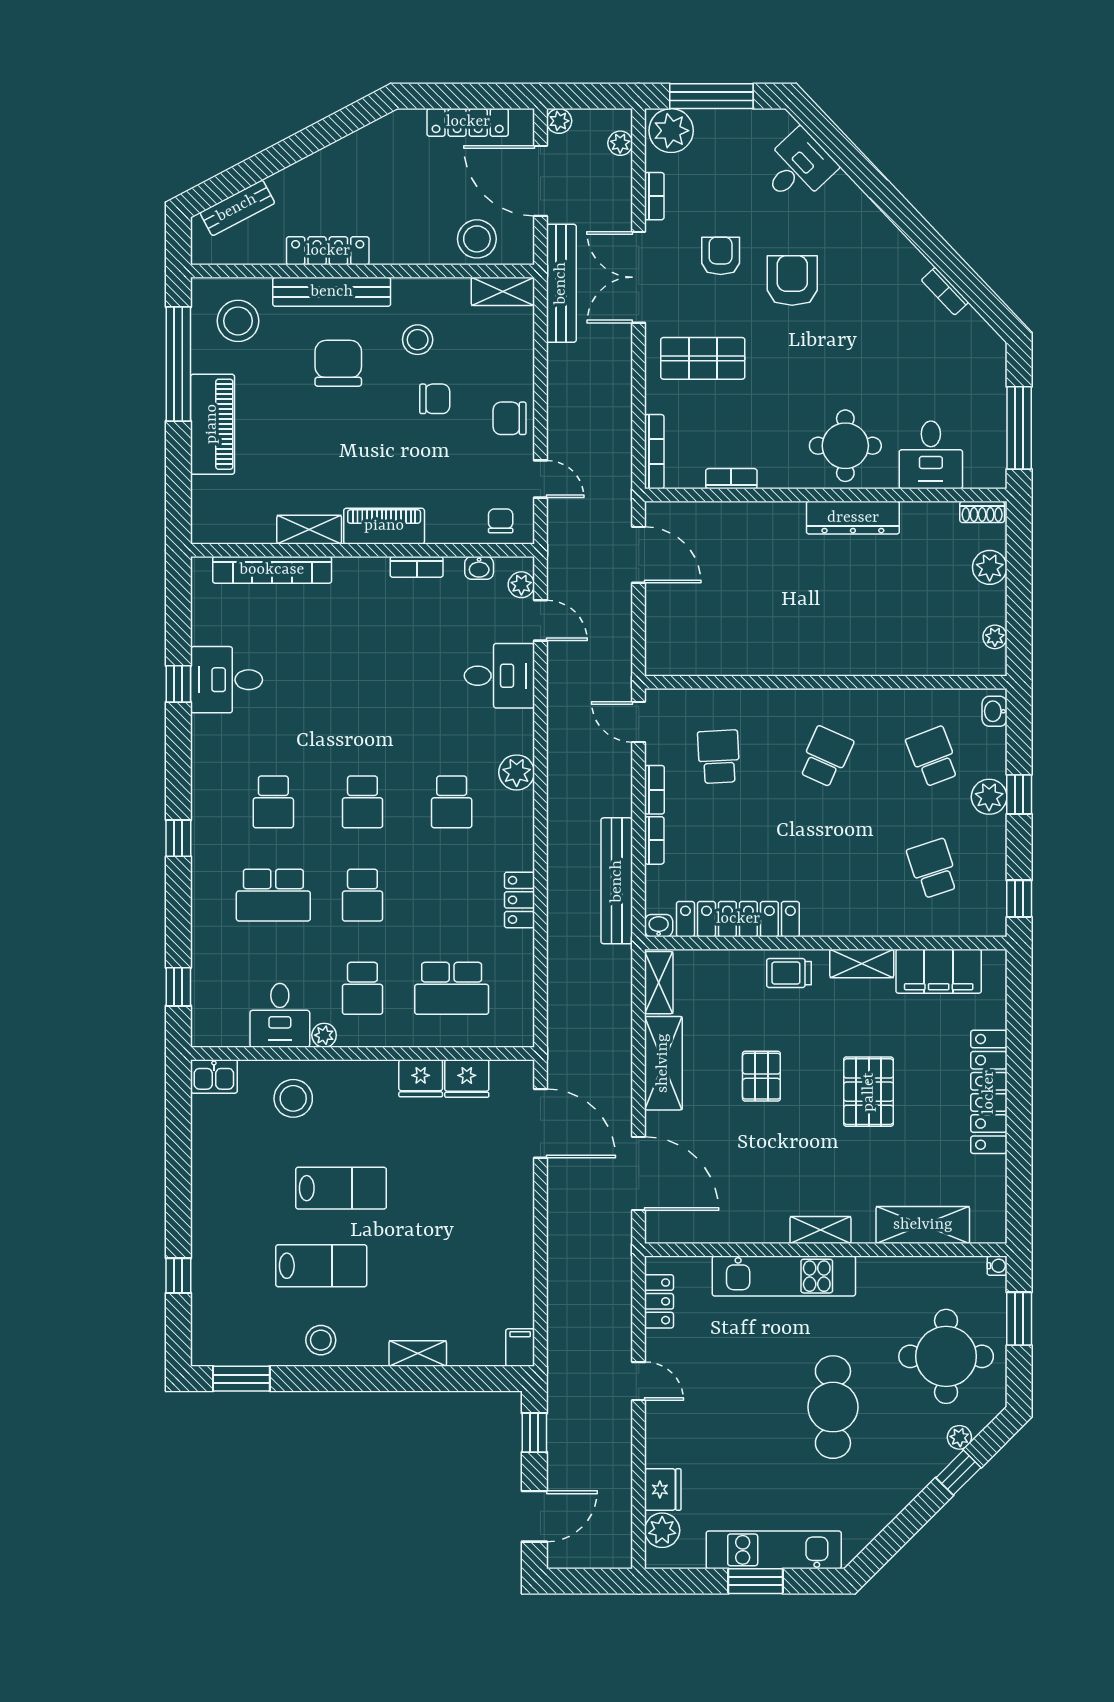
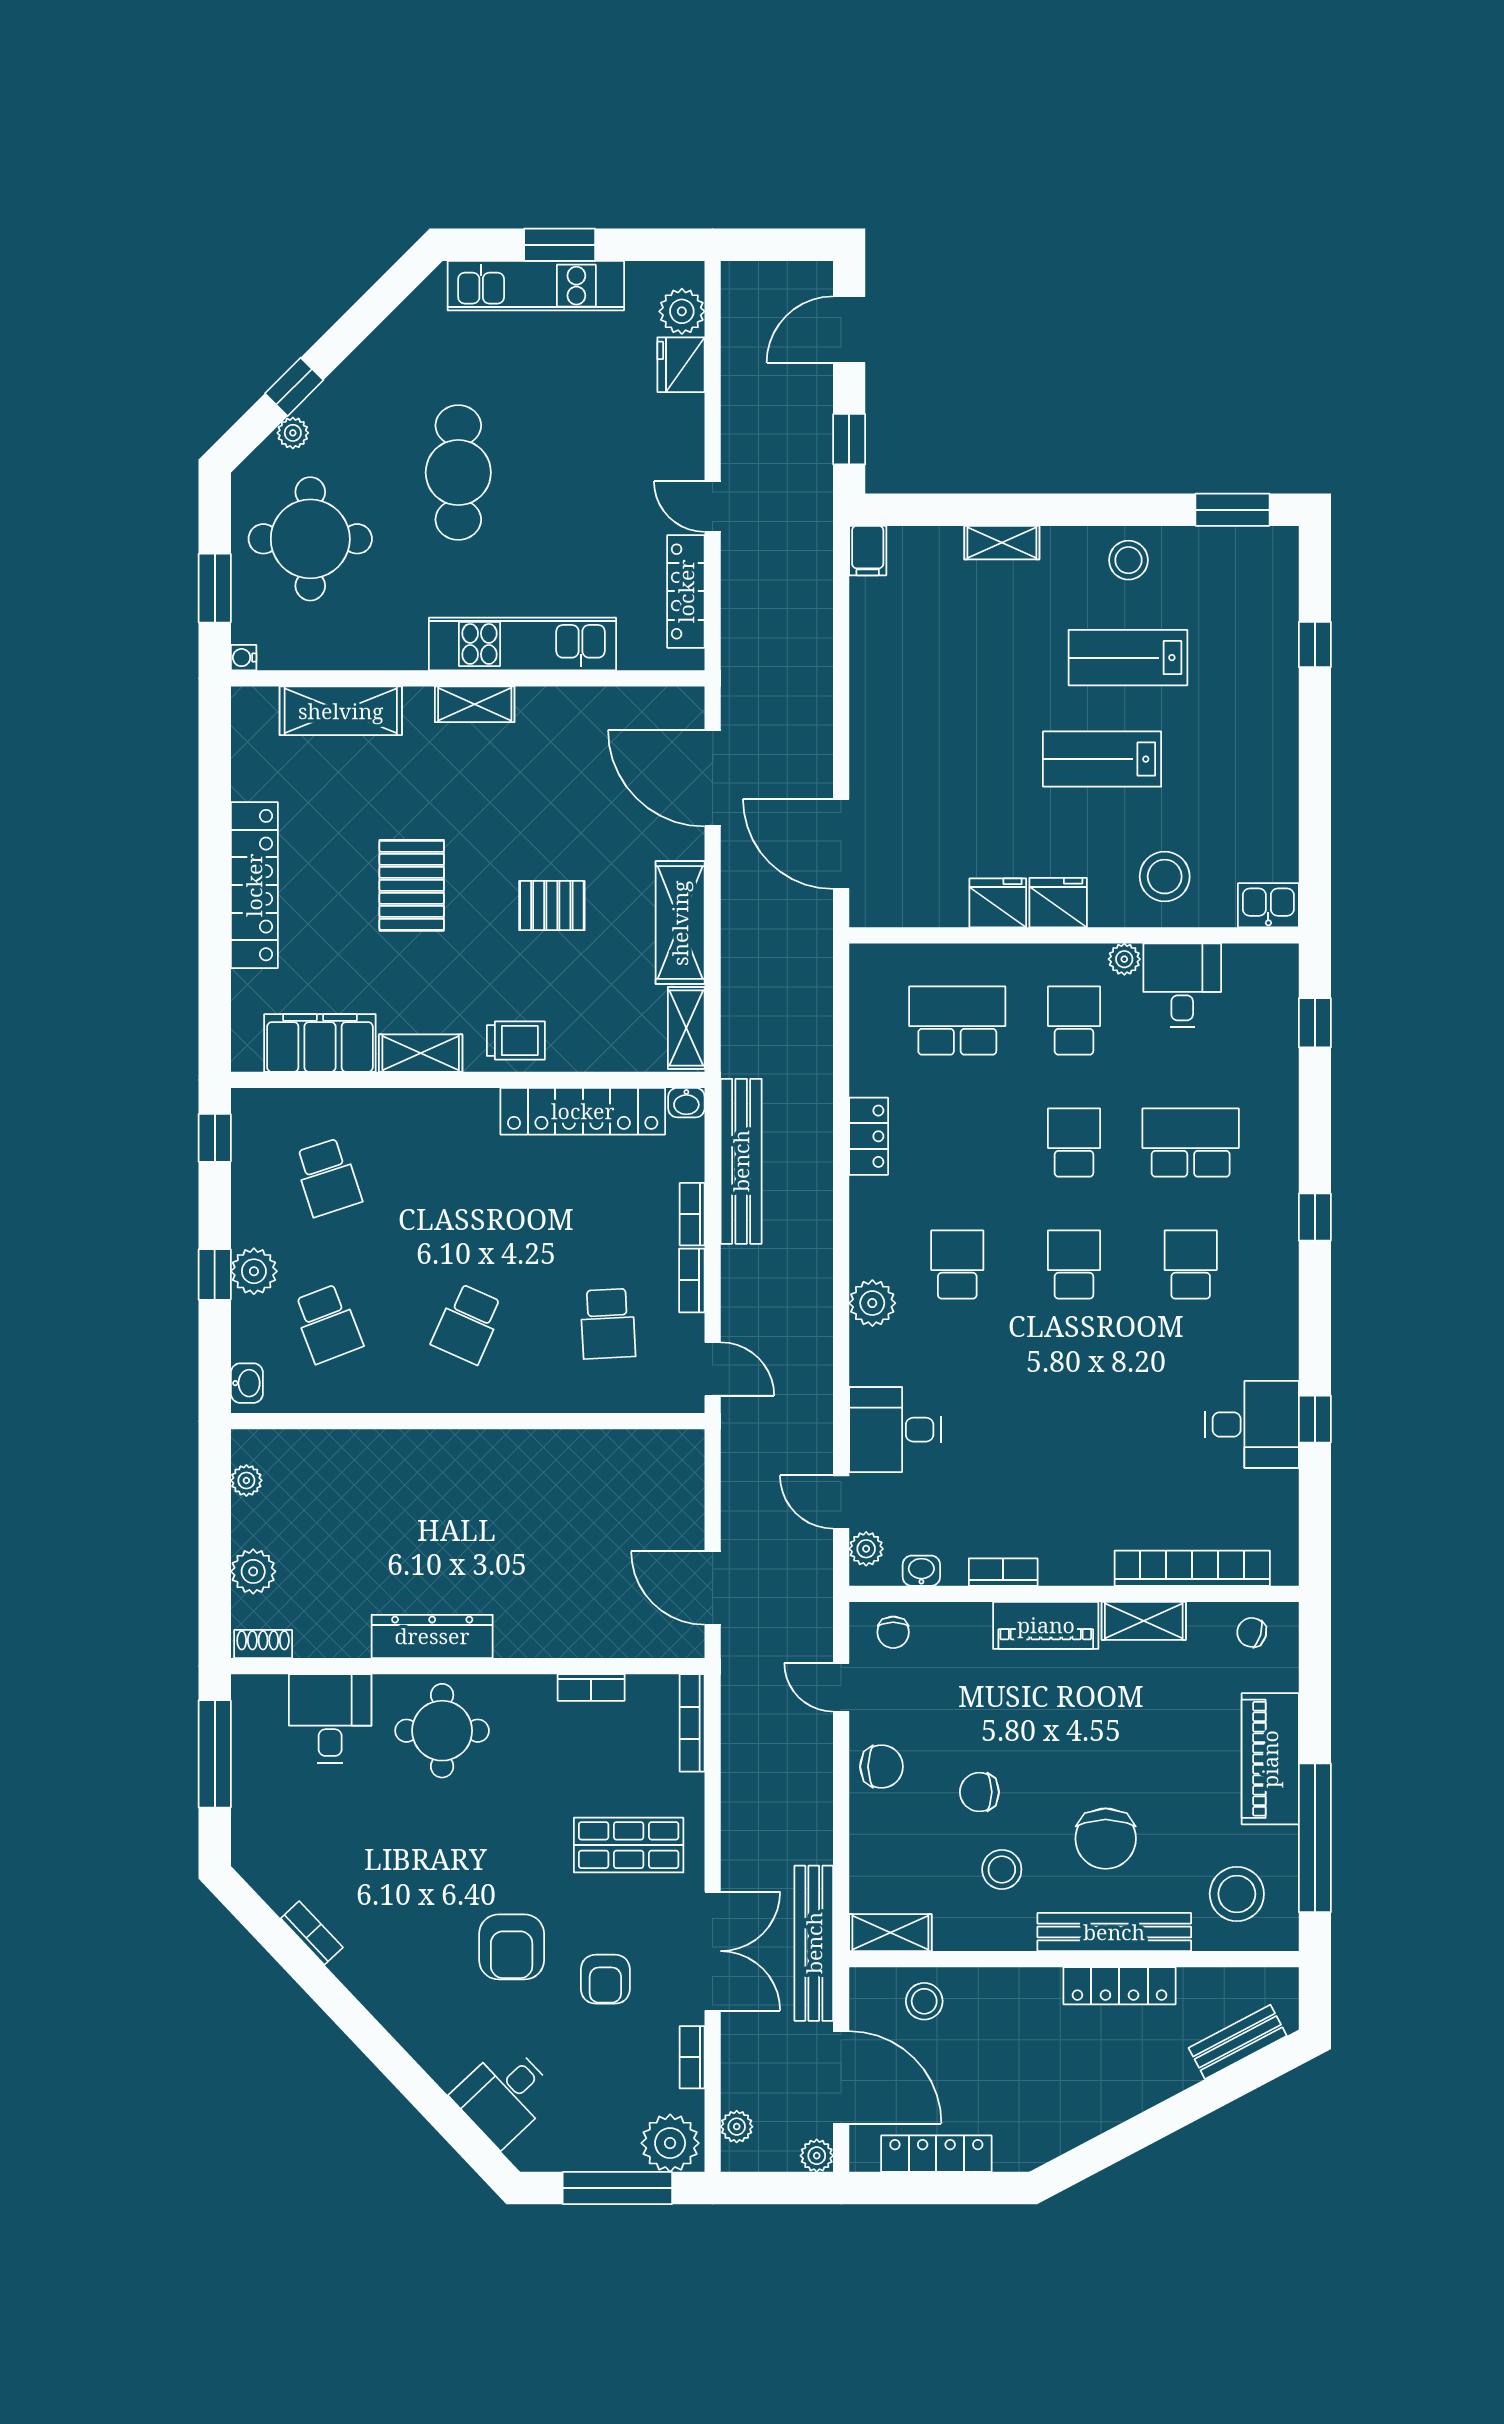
stool: (477, 239) -> (924, 2001), width x0.73, depth x0.73
chair: (227, 521) -> (1252, 1632), added
pallet: (761, 1076) -> (552, 906), turned 90
fridge: (467, 1078) -> (1058, 903), moved
locker: (659, 1301) -> (686, 591), width x1.53

